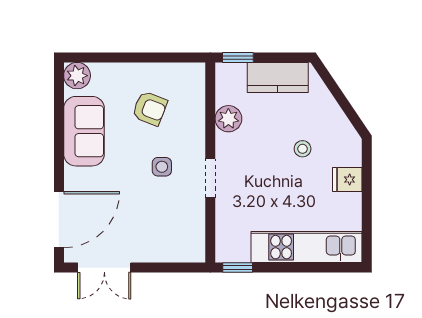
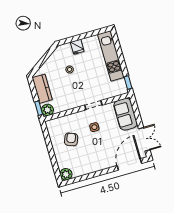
plant: (228, 119) -> (47, 110), moved
sofa: (84, 131) -> (126, 114), moved, turned -90
door: (59, 220) -> (129, 164), hinge flipped

